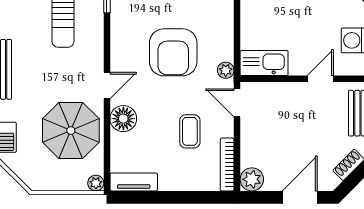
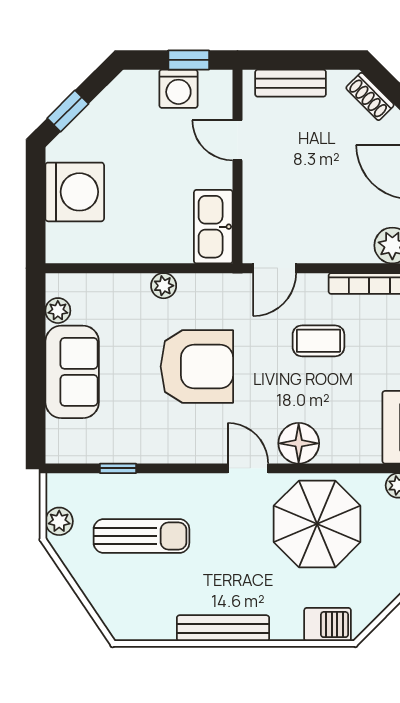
plant: (226, 70) -> (164, 286), moved

